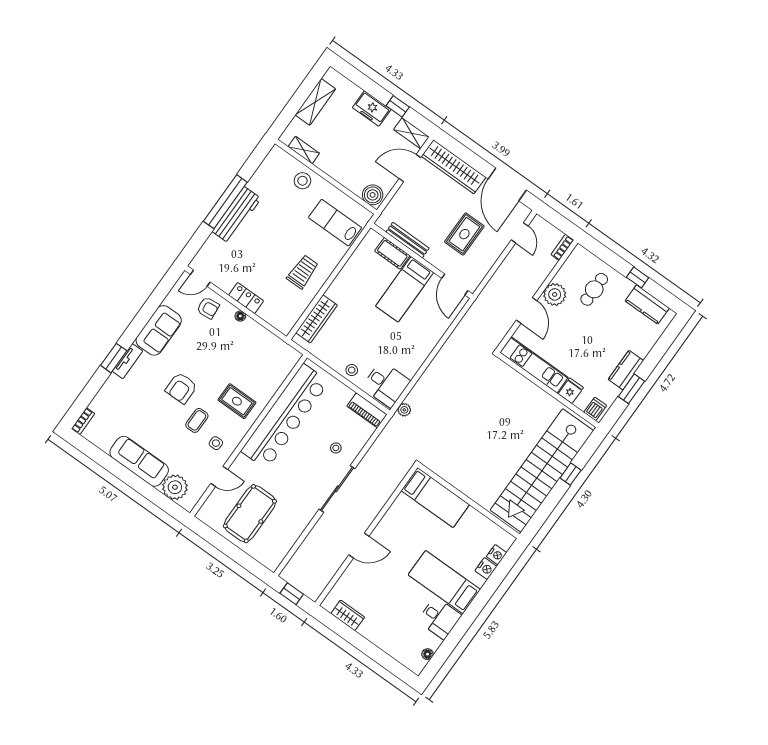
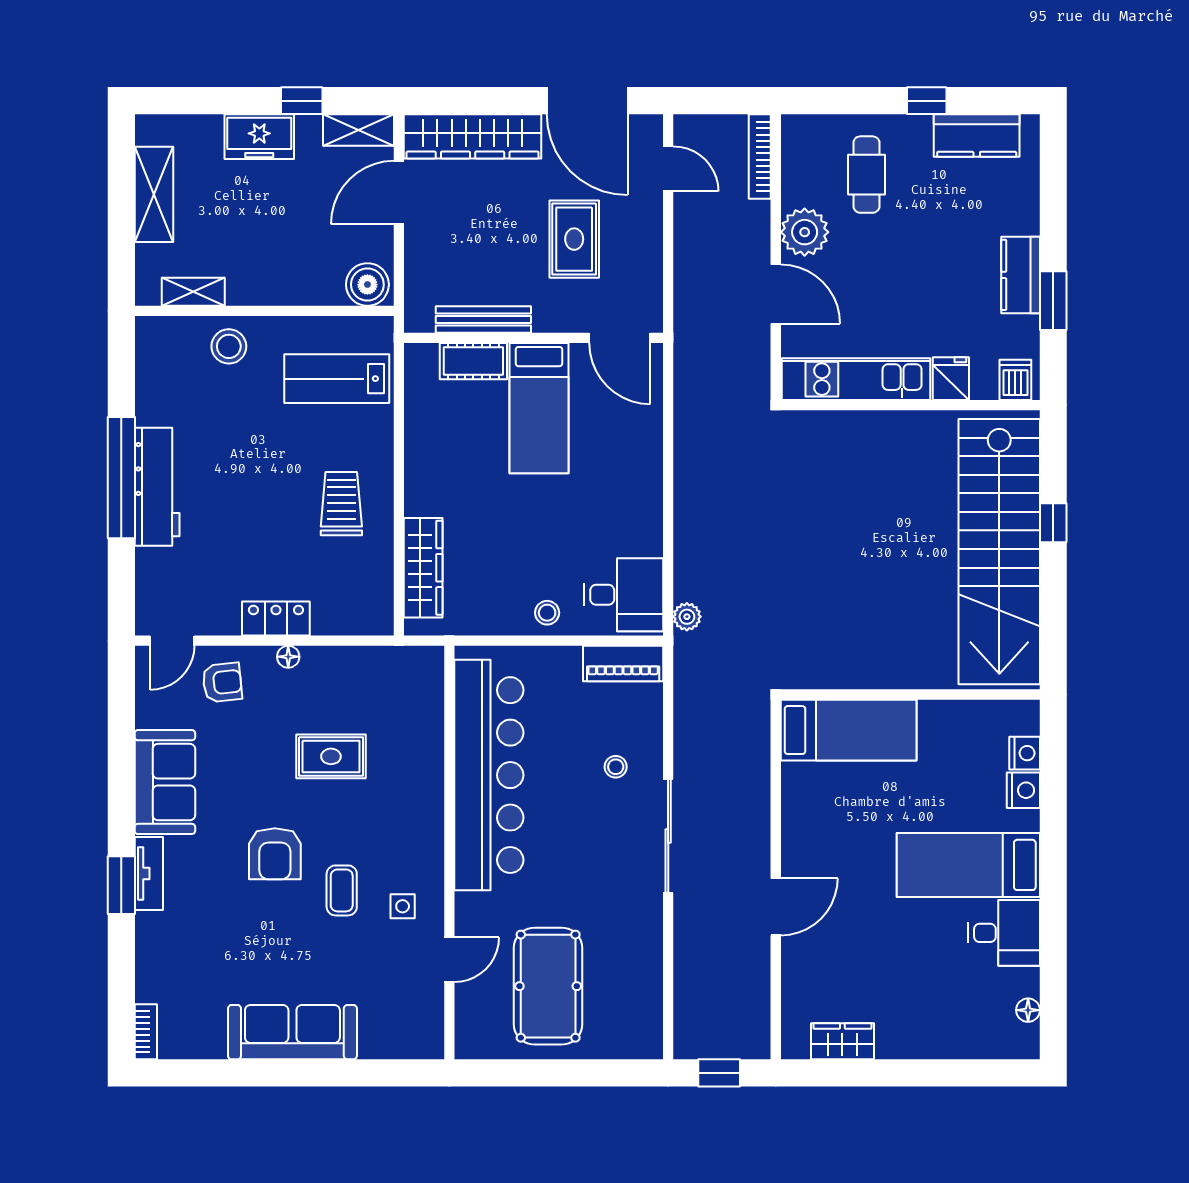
bookcase: (562, 247) -> (760, 156), width x1.56
rug: (237, 401) -> (331, 756), moved
plant: (175, 487) -> (386, 1033), removed

